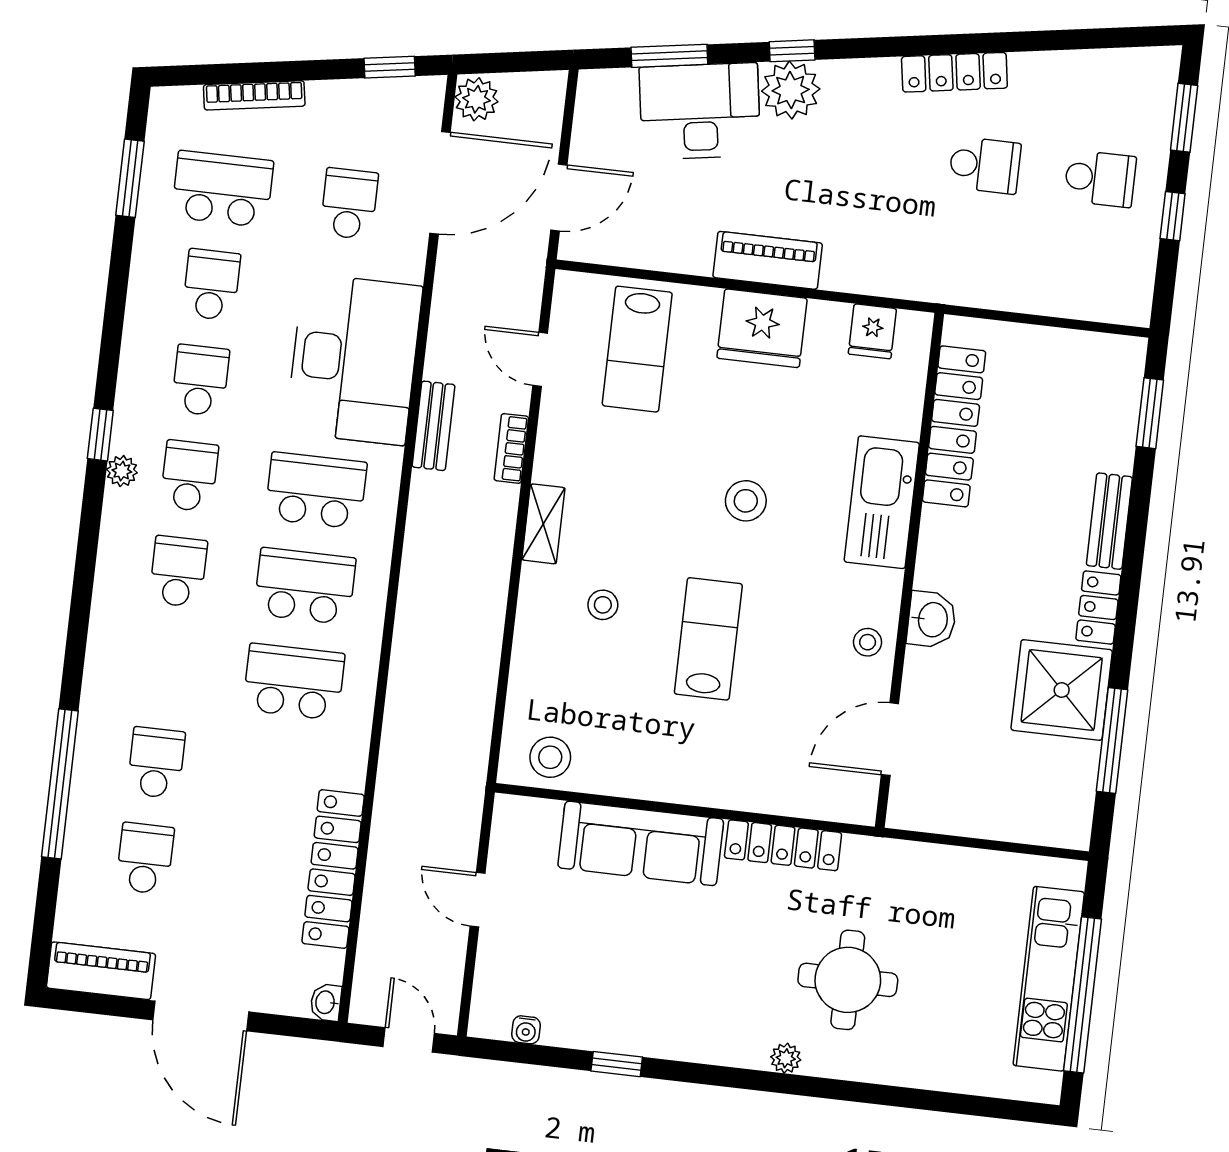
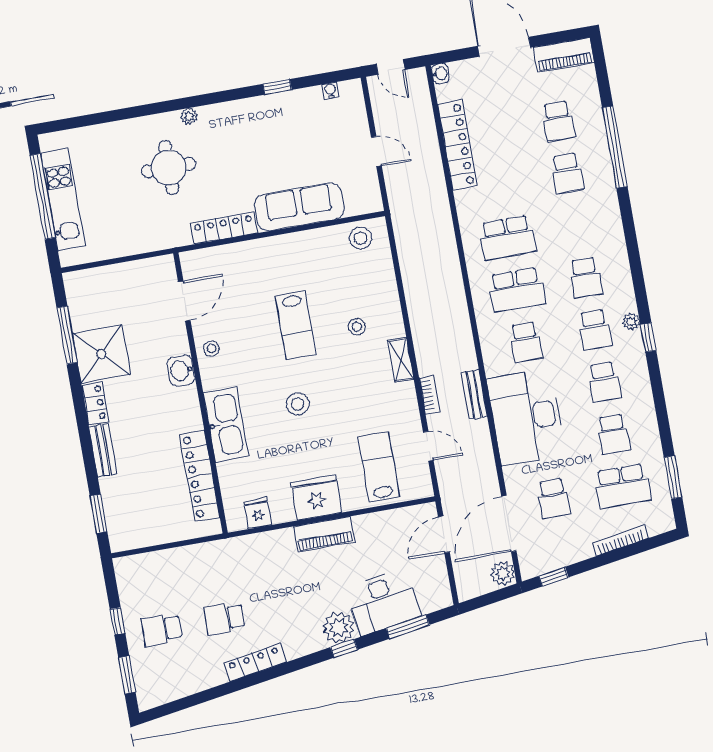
school desk: (316, 490) -> (526, 342), width x0.54

